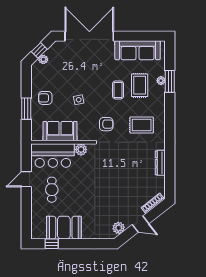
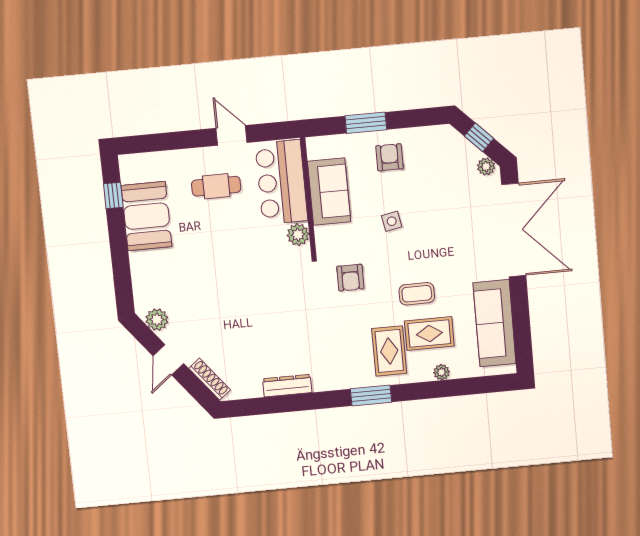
plant: (43, 59) -> (486, 167), moved
window: (170, 81) -> (371, 395), moved
rug: (142, 125) -> (389, 351), moved

